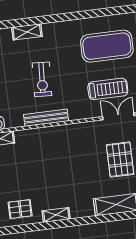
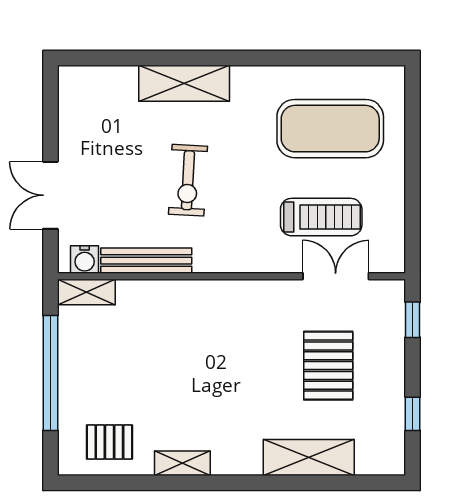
shelving: (27, 32) -> (184, 83), width x1.50, depth x1.33
bench: (46, 118) -> (146, 261), moved

